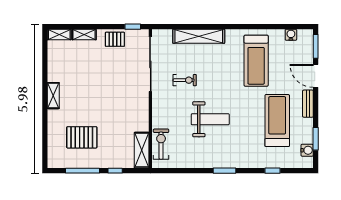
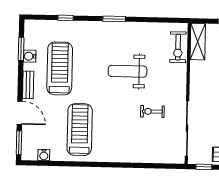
shelving: (199, 36) -> (137, 156), removed
treadmill: (277, 121) -> (60, 68), turned 180
water cooler: (307, 150) -> (30, 56), moved

